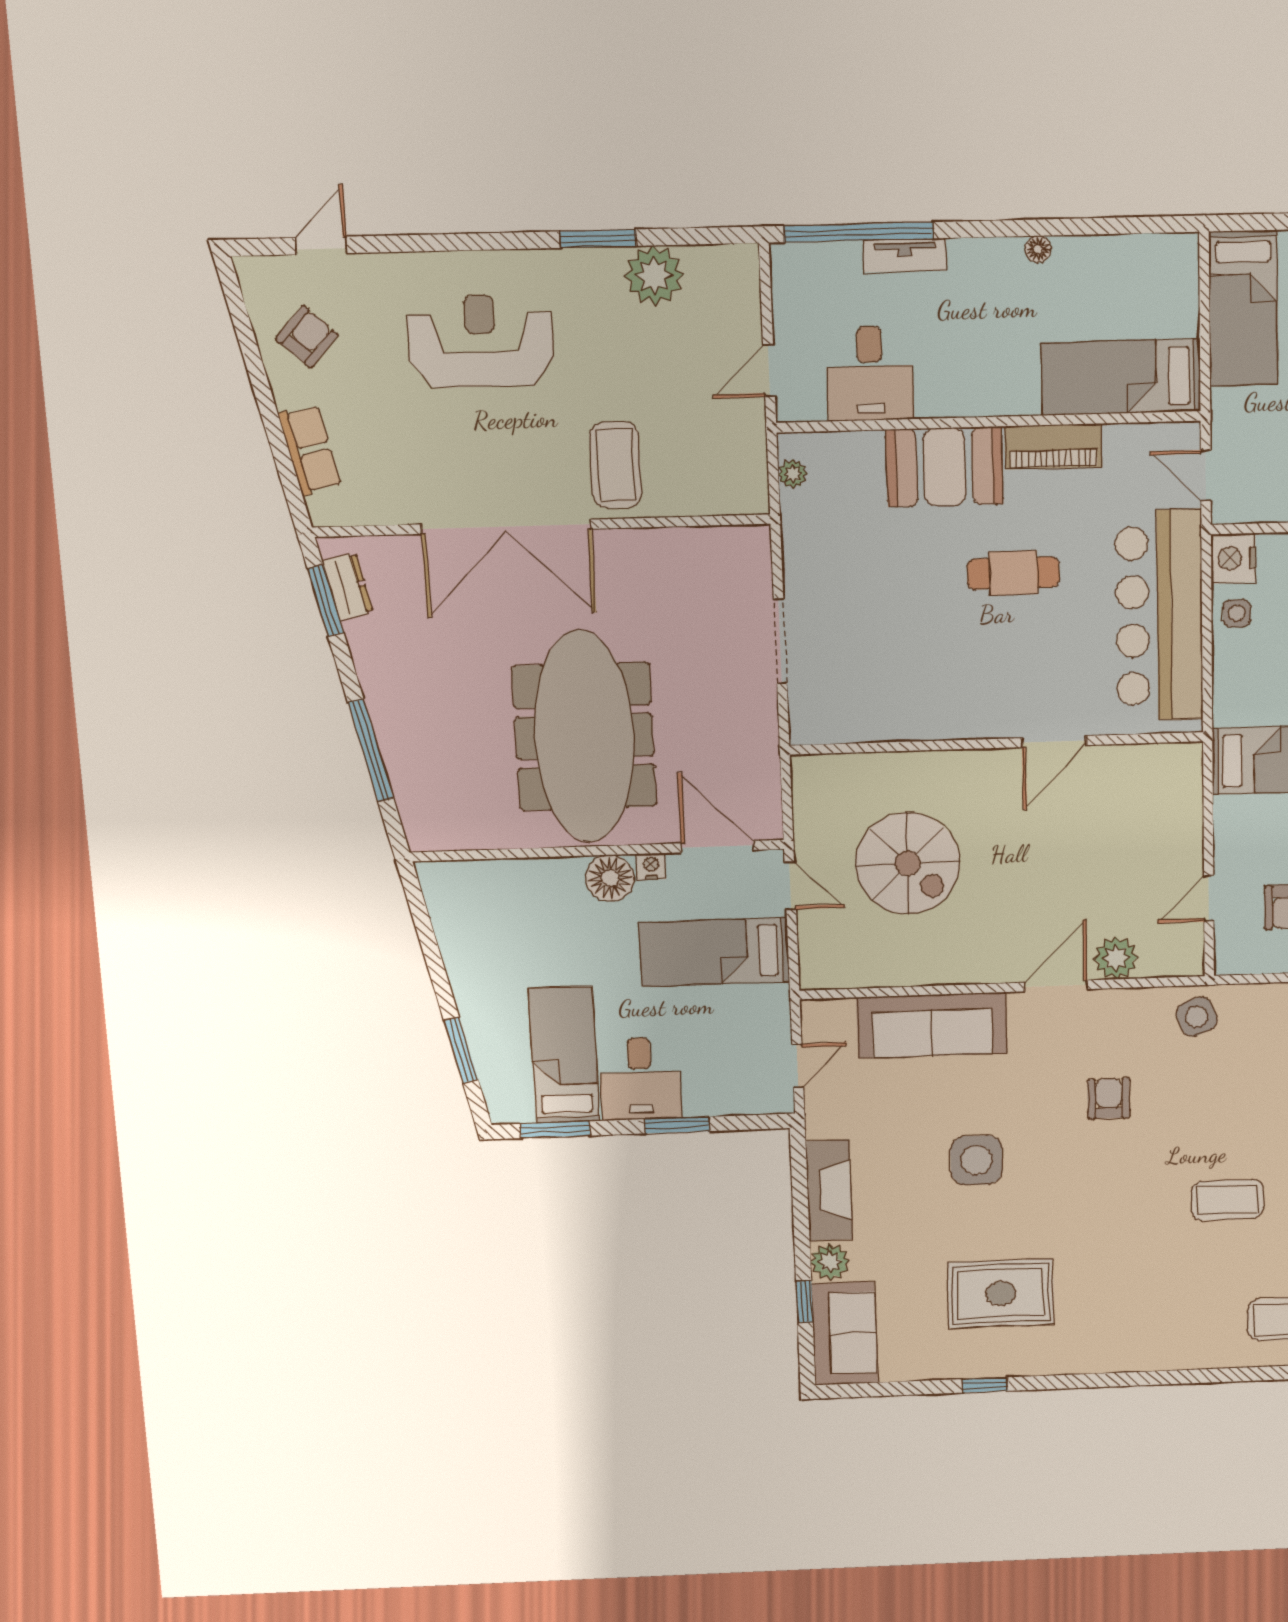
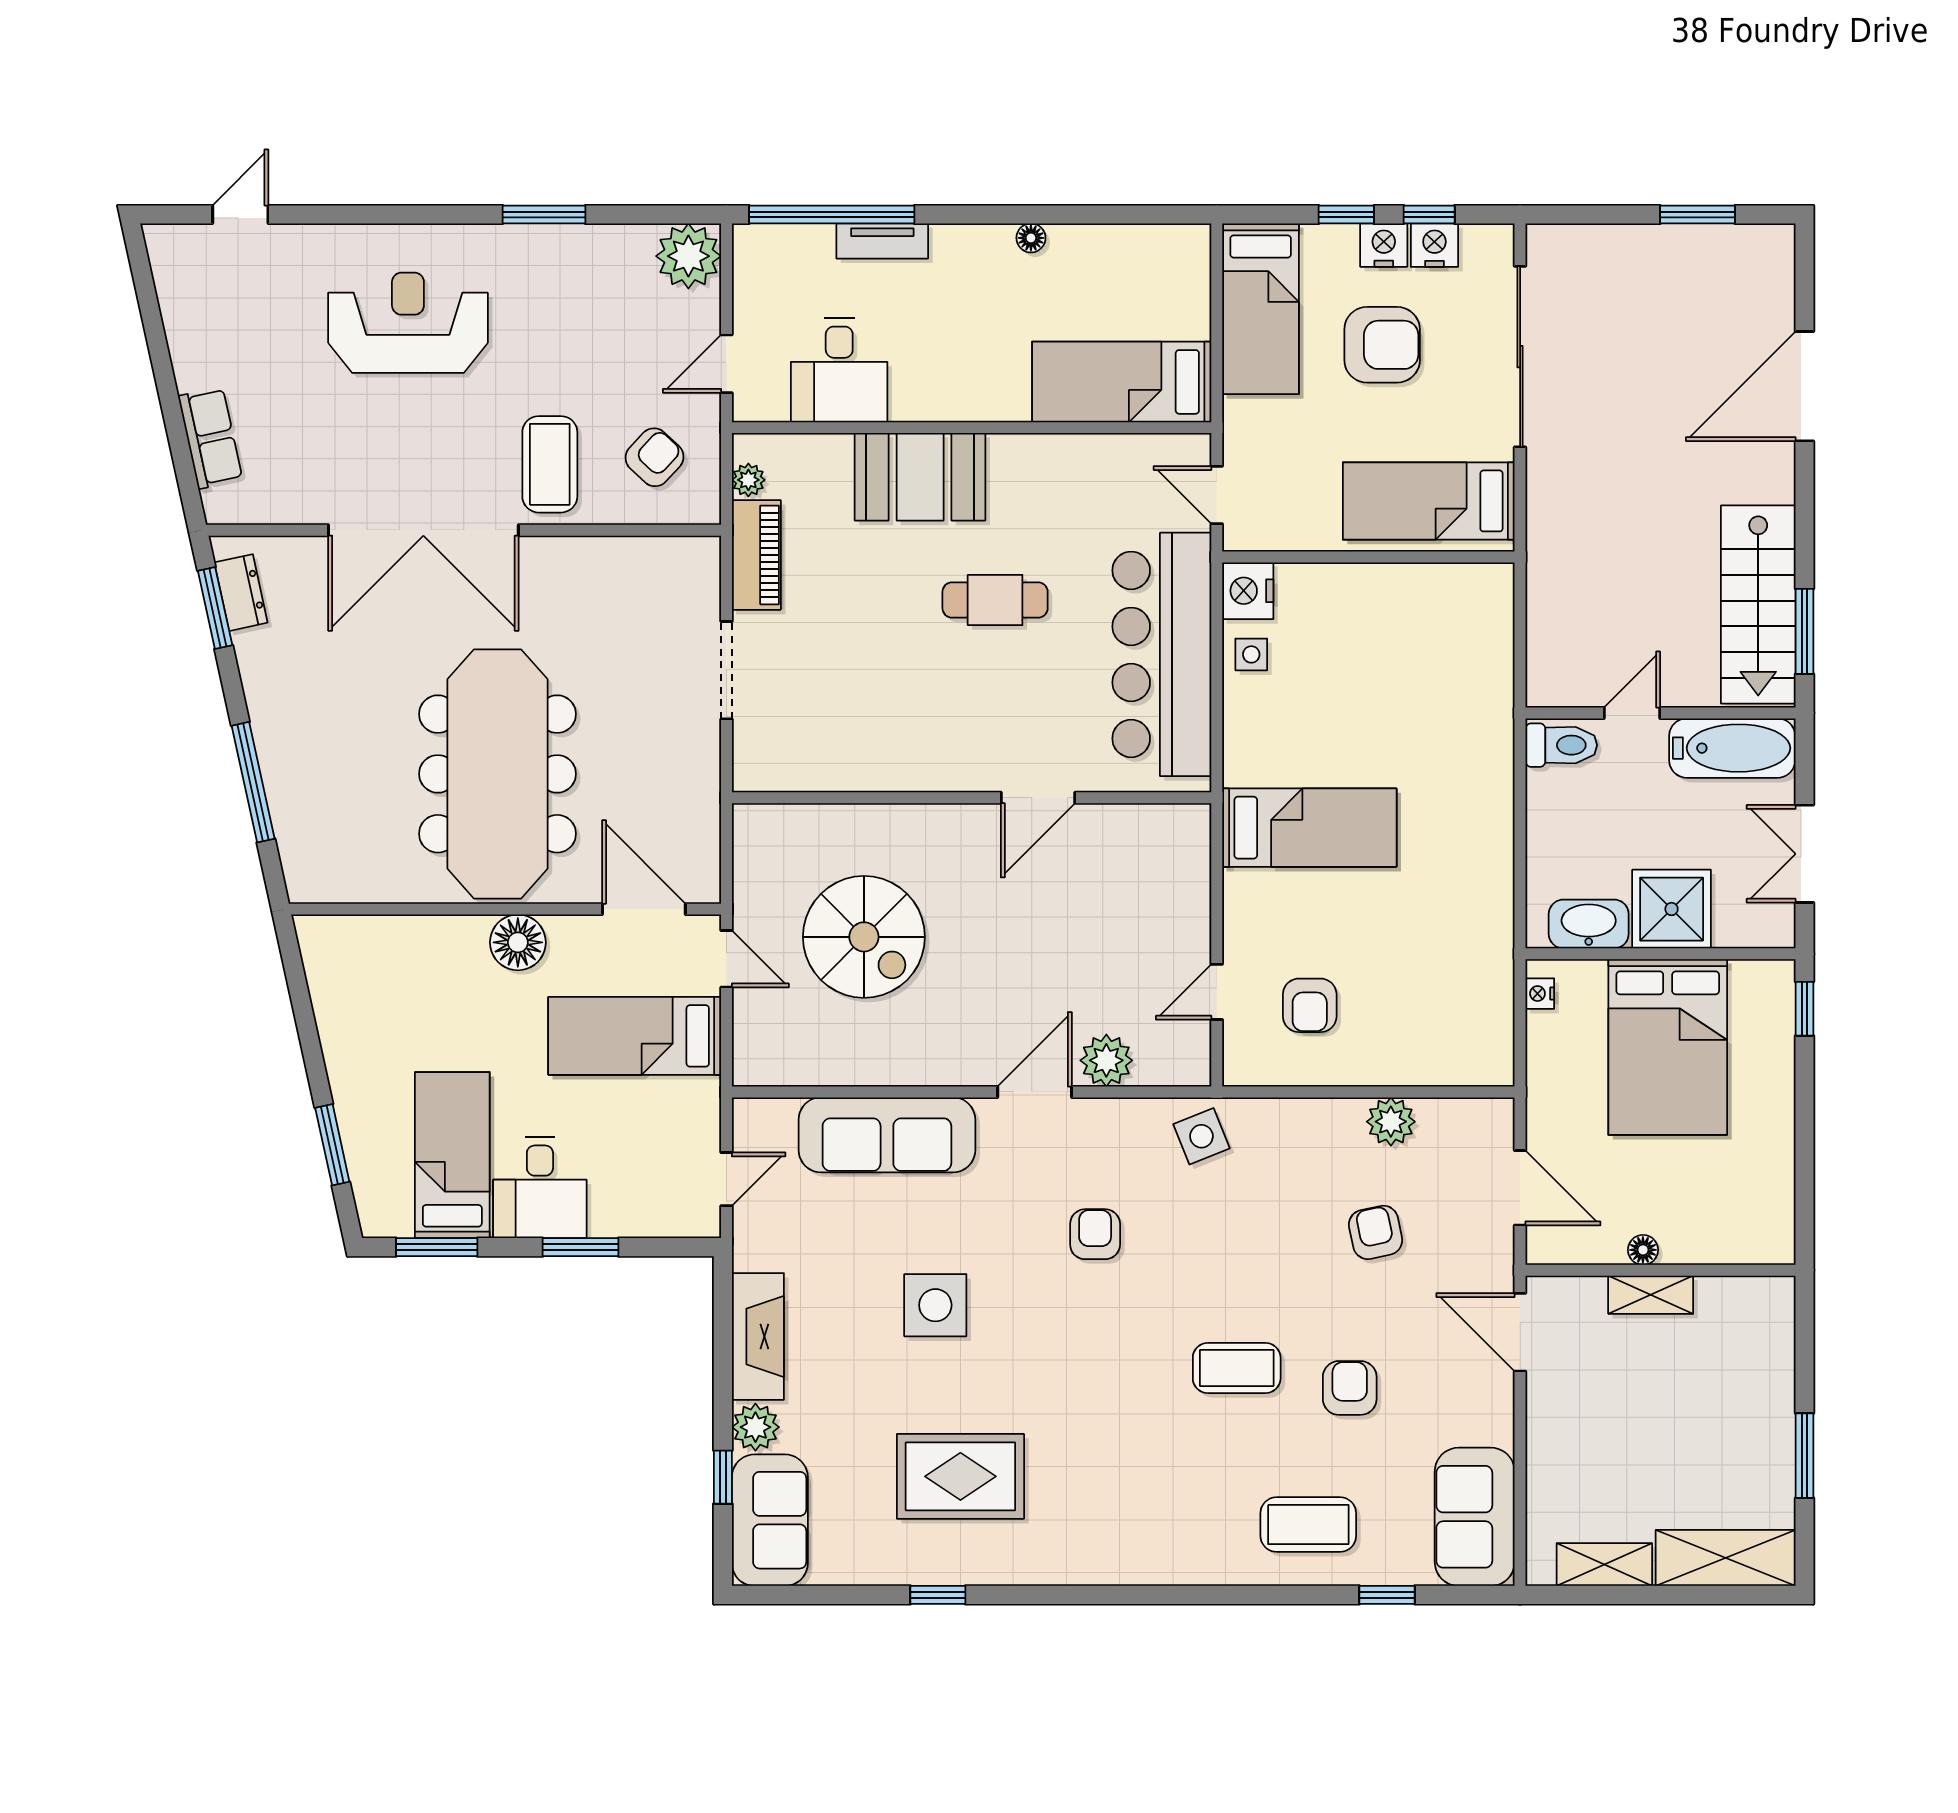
plant: (654, 275) -> (688, 256), moved
armchair: (307, 337) -> (655, 457), moved
piano: (1053, 447) -> (756, 555), moved, turned -90
nightstand: (651, 866) -> (566, 930), removed

